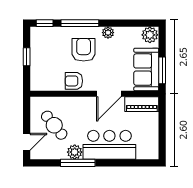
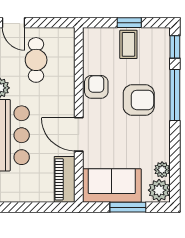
plant: (108, 33) -> (162, 170), moved
coffee table: (43, 57) -> (128, 44), added
window: (162, 70) -> (128, 207), moved
cafe table: (54, 125) -> (36, 60), turned -51

